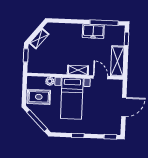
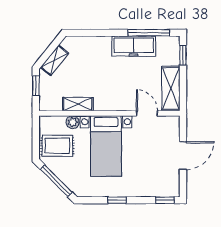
freezer: (93, 31) -> (134, 46), width x1.40
shelving: (78, 70) -> (78, 104), moved

